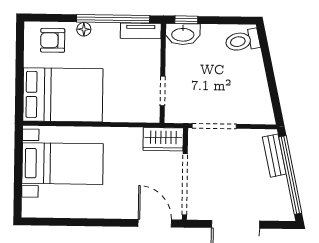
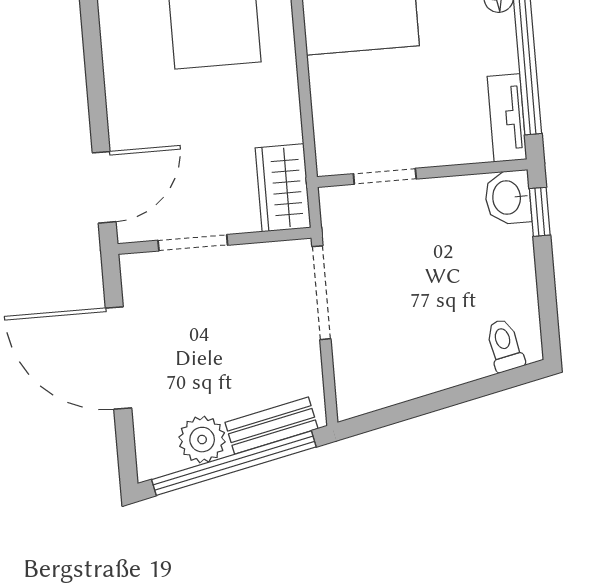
washbasin: (183, 34) -> (508, 197), width x0.72
toilet: (242, 41) -> (505, 345), width x0.73, depth x0.72
doorway: (185, 184) -> (193, 243), width x0.53
plant: (278, 189) -> (202, 440), added

